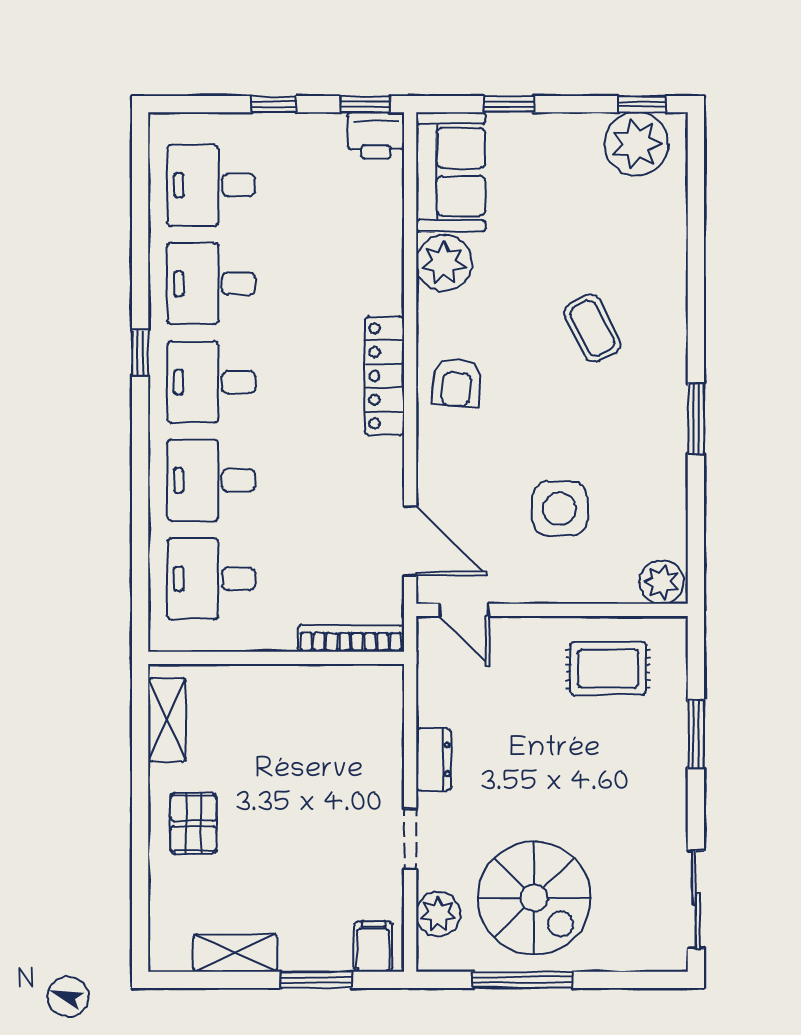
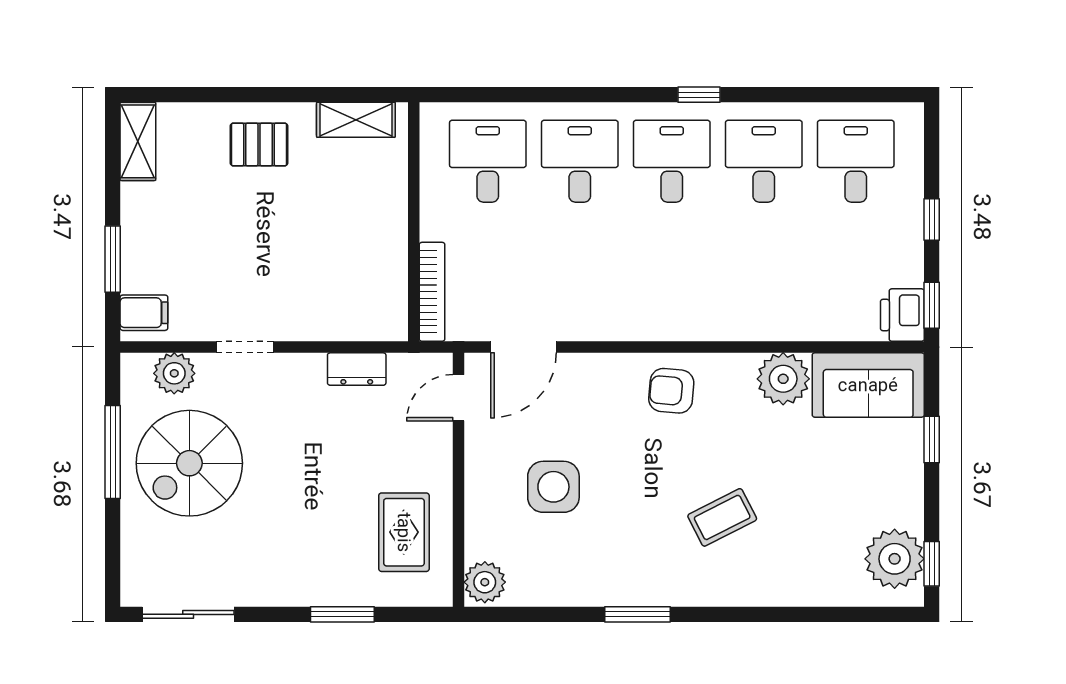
locker: (384, 376) -> (678, 323), removed
dresser: (434, 759) -> (357, 369), moved
shelving: (235, 953) -> (138, 141), moved

